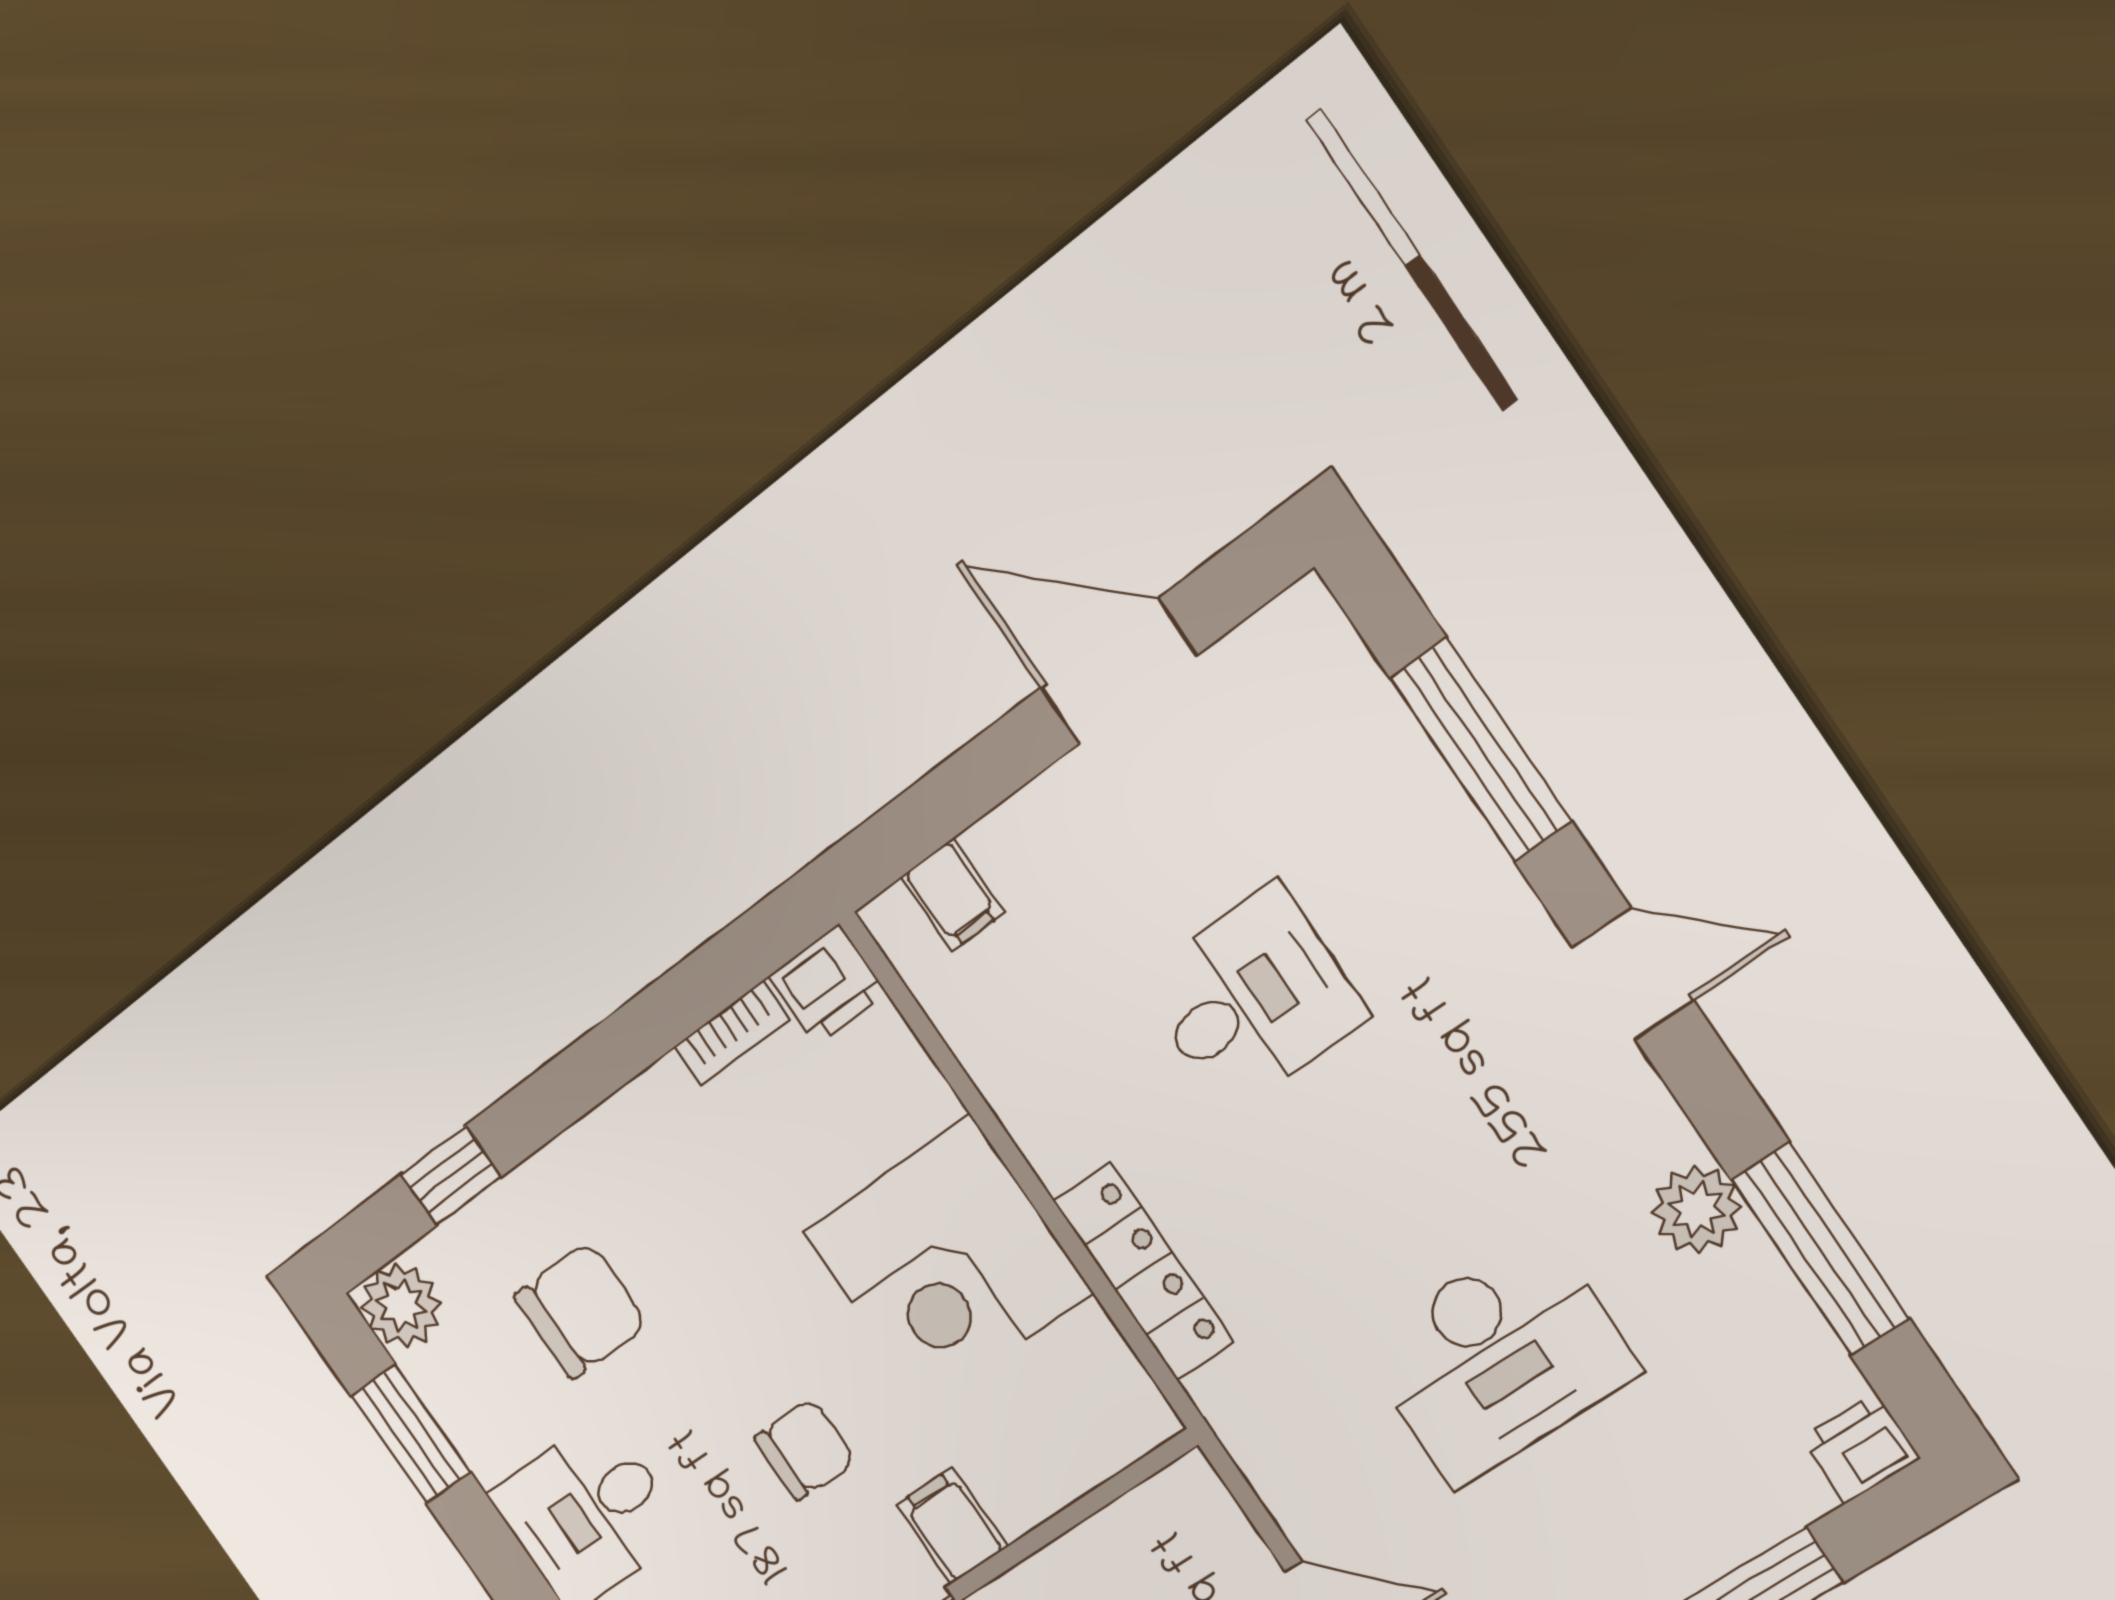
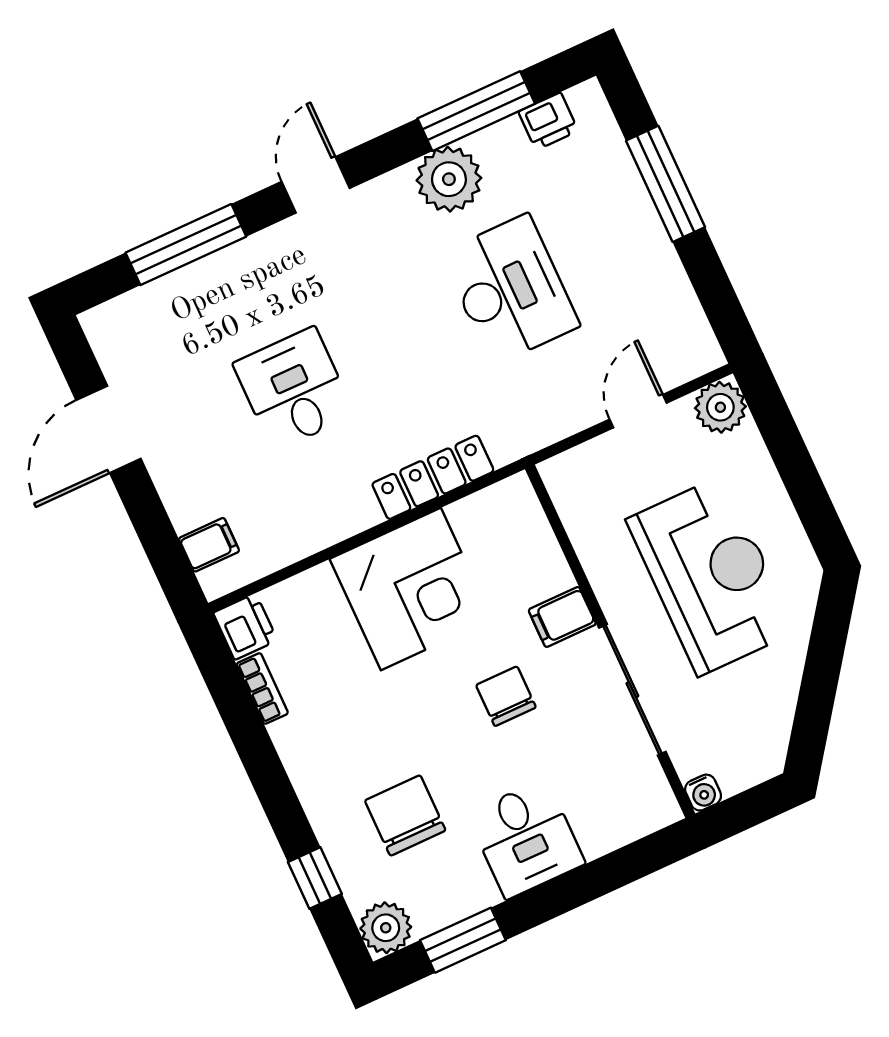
plant: (1697, 1209) -> (449, 179), width x1.36, depth x1.36
printer: (1860, 1448) -> (548, 121), moved, turned -90

